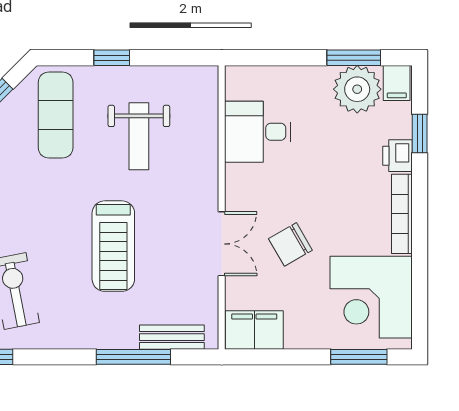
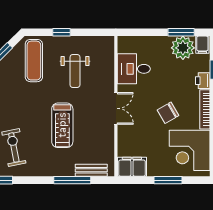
double door: (222, 244) -> (116, 108), moved
chair: (290, 244) -> (168, 113), moved
window: (359, 357) -> (168, 180), moved

